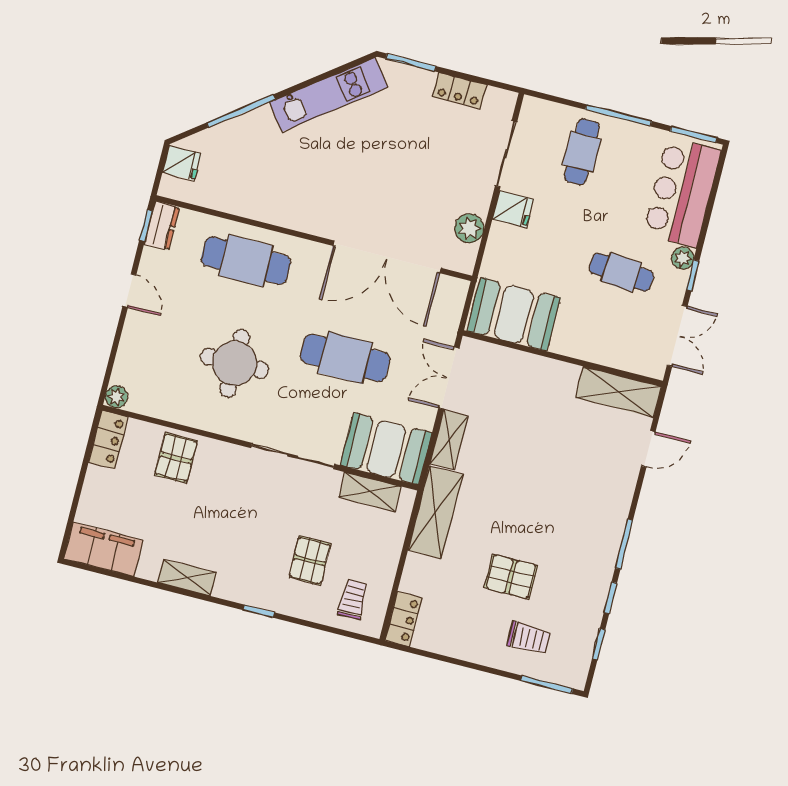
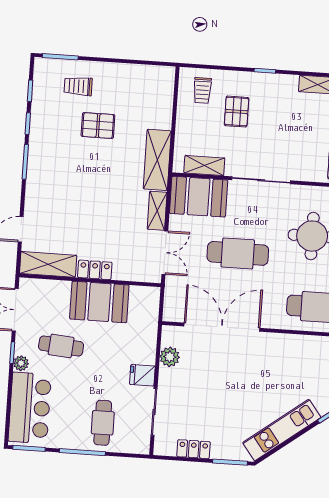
booth: (514, 314) -> (99, 302), moved
locker: (404, 619) -> (95, 270), moved, turned 90

